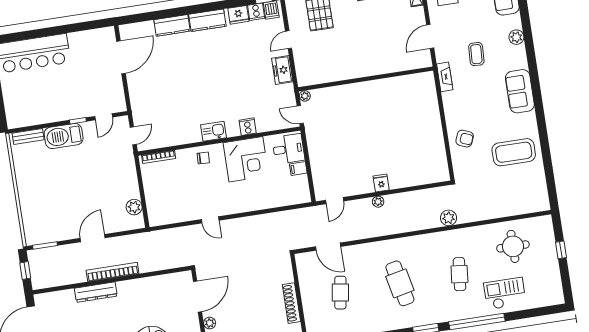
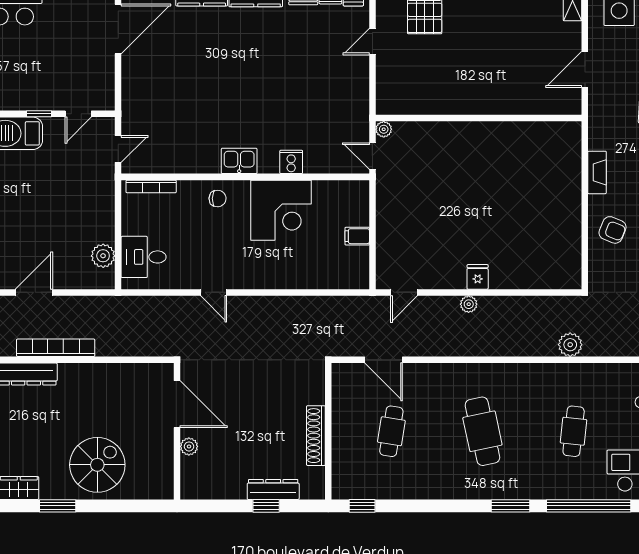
freezer: (282, 70) -> (356, 85), removed
fireplace: (445, 77) -> (597, 172), moved
desk: (288, 149) -> (144, 257), moved, turned 180
door: (197, 297) -> (177, 404), hinge flipped

